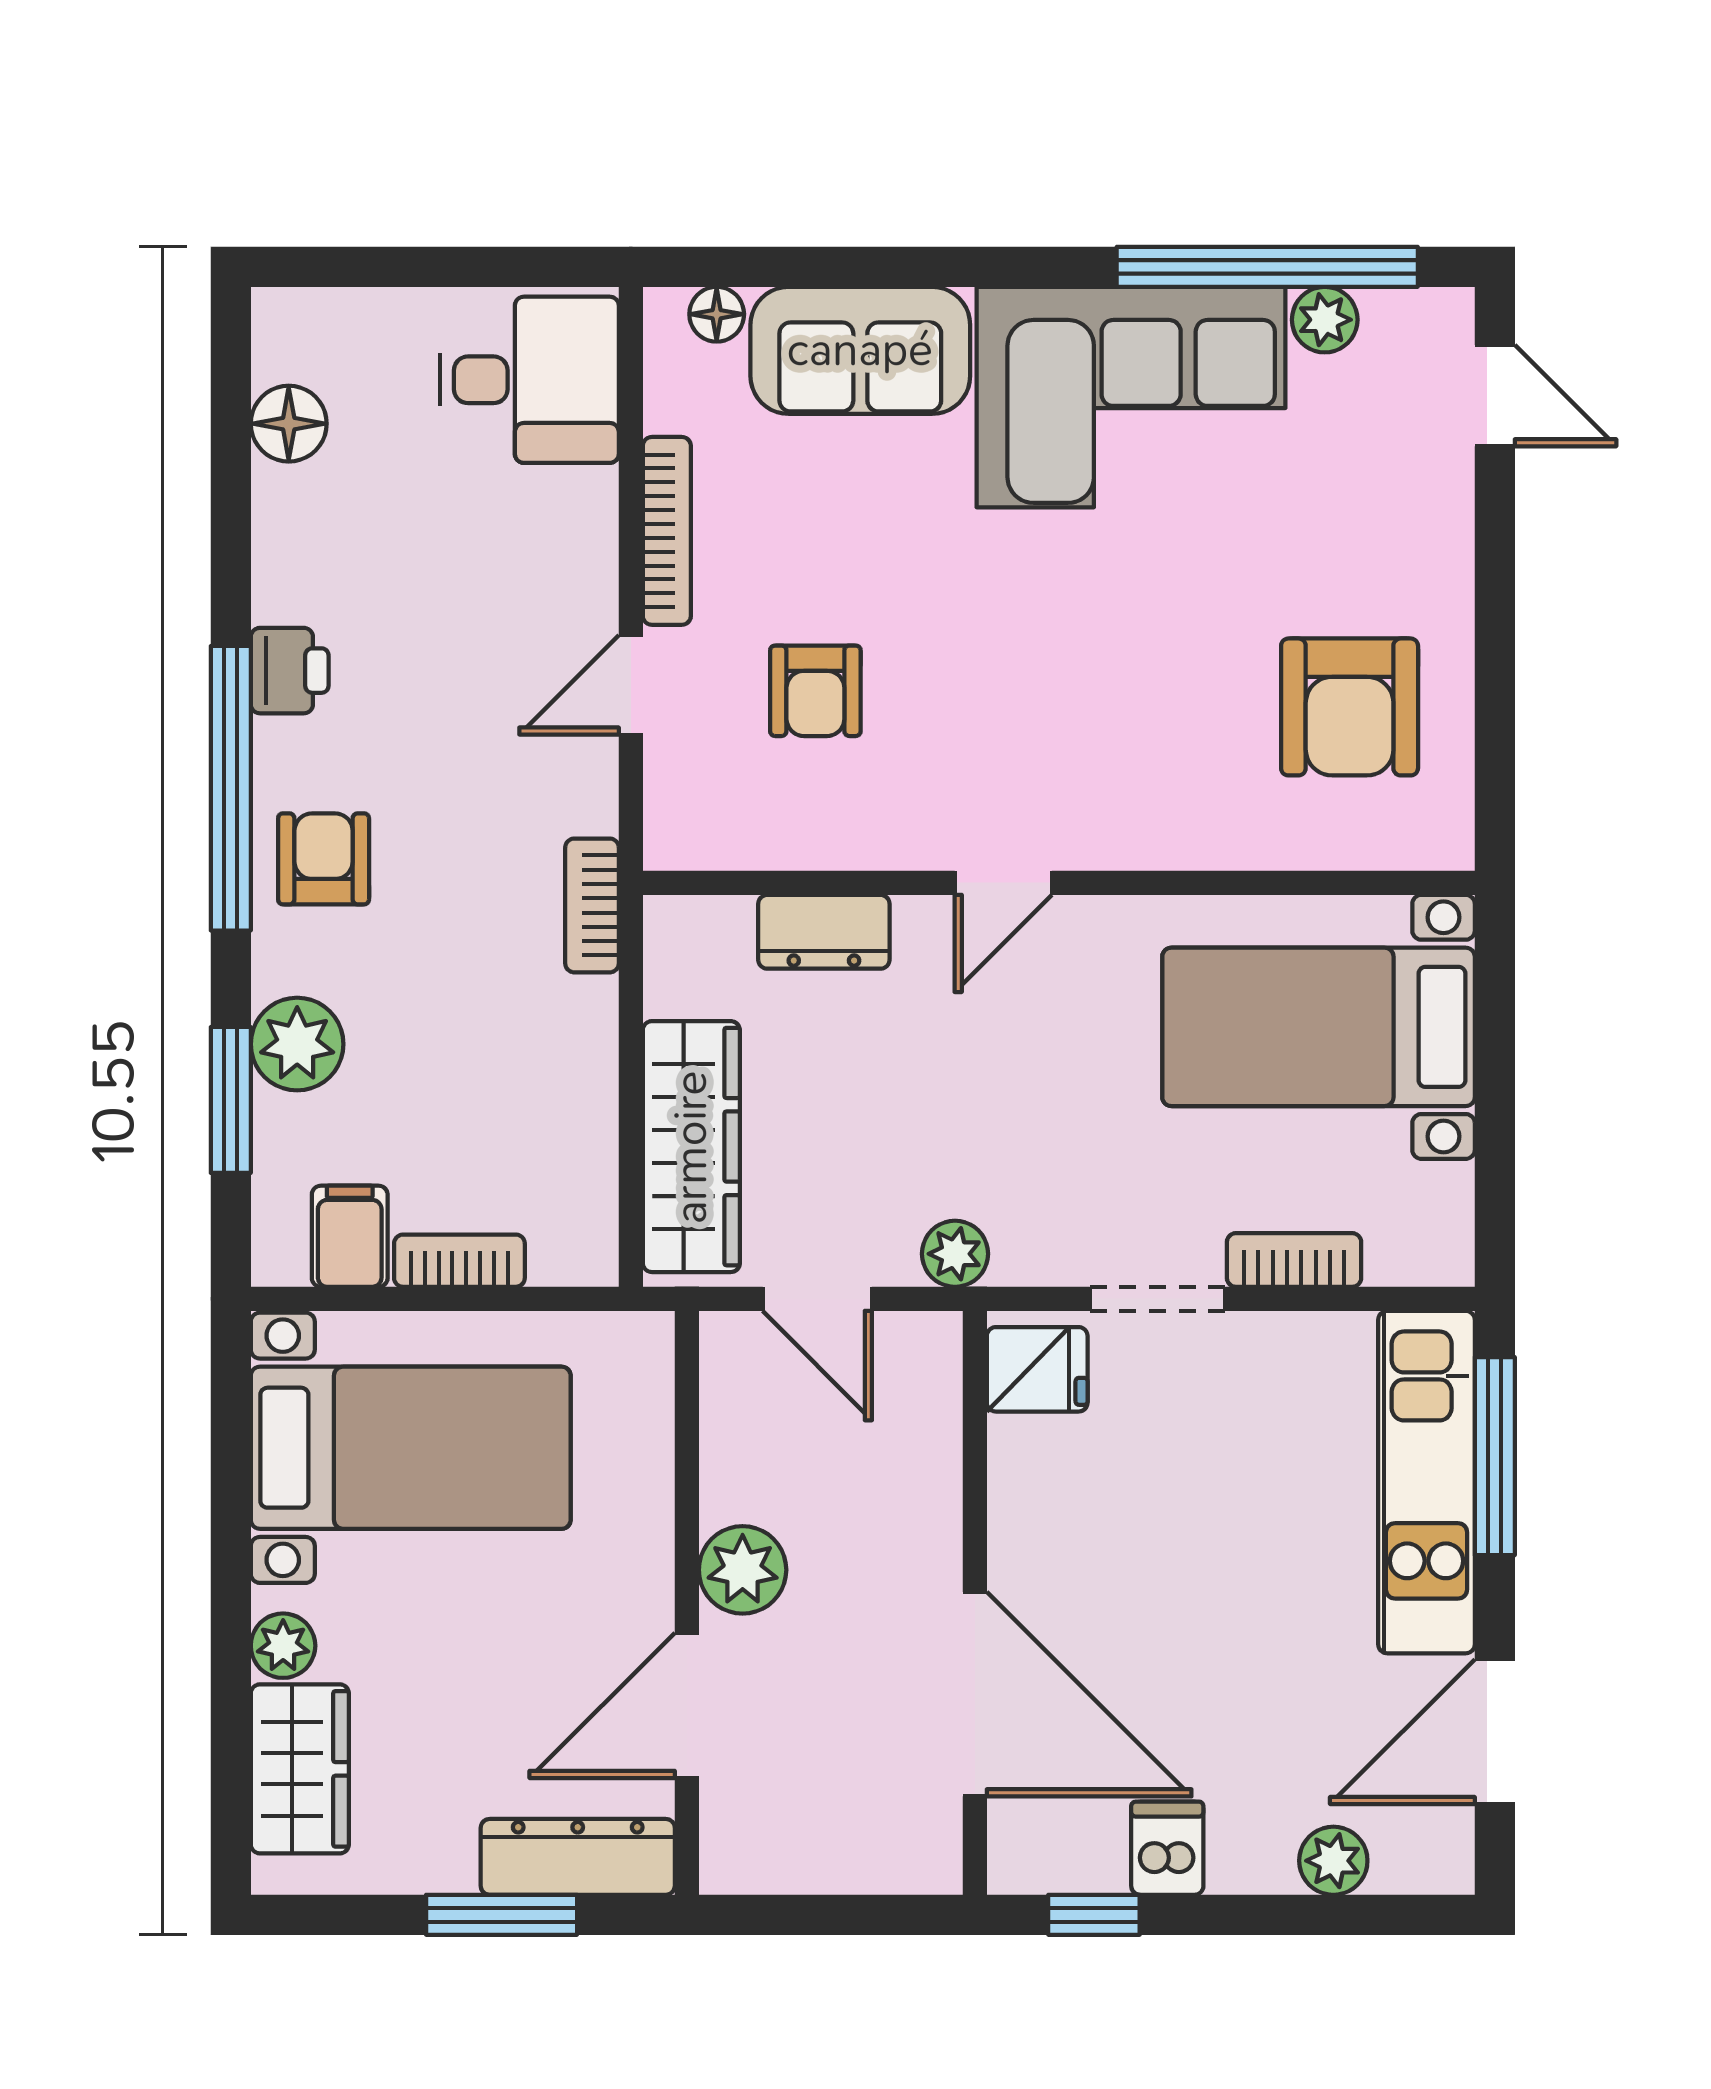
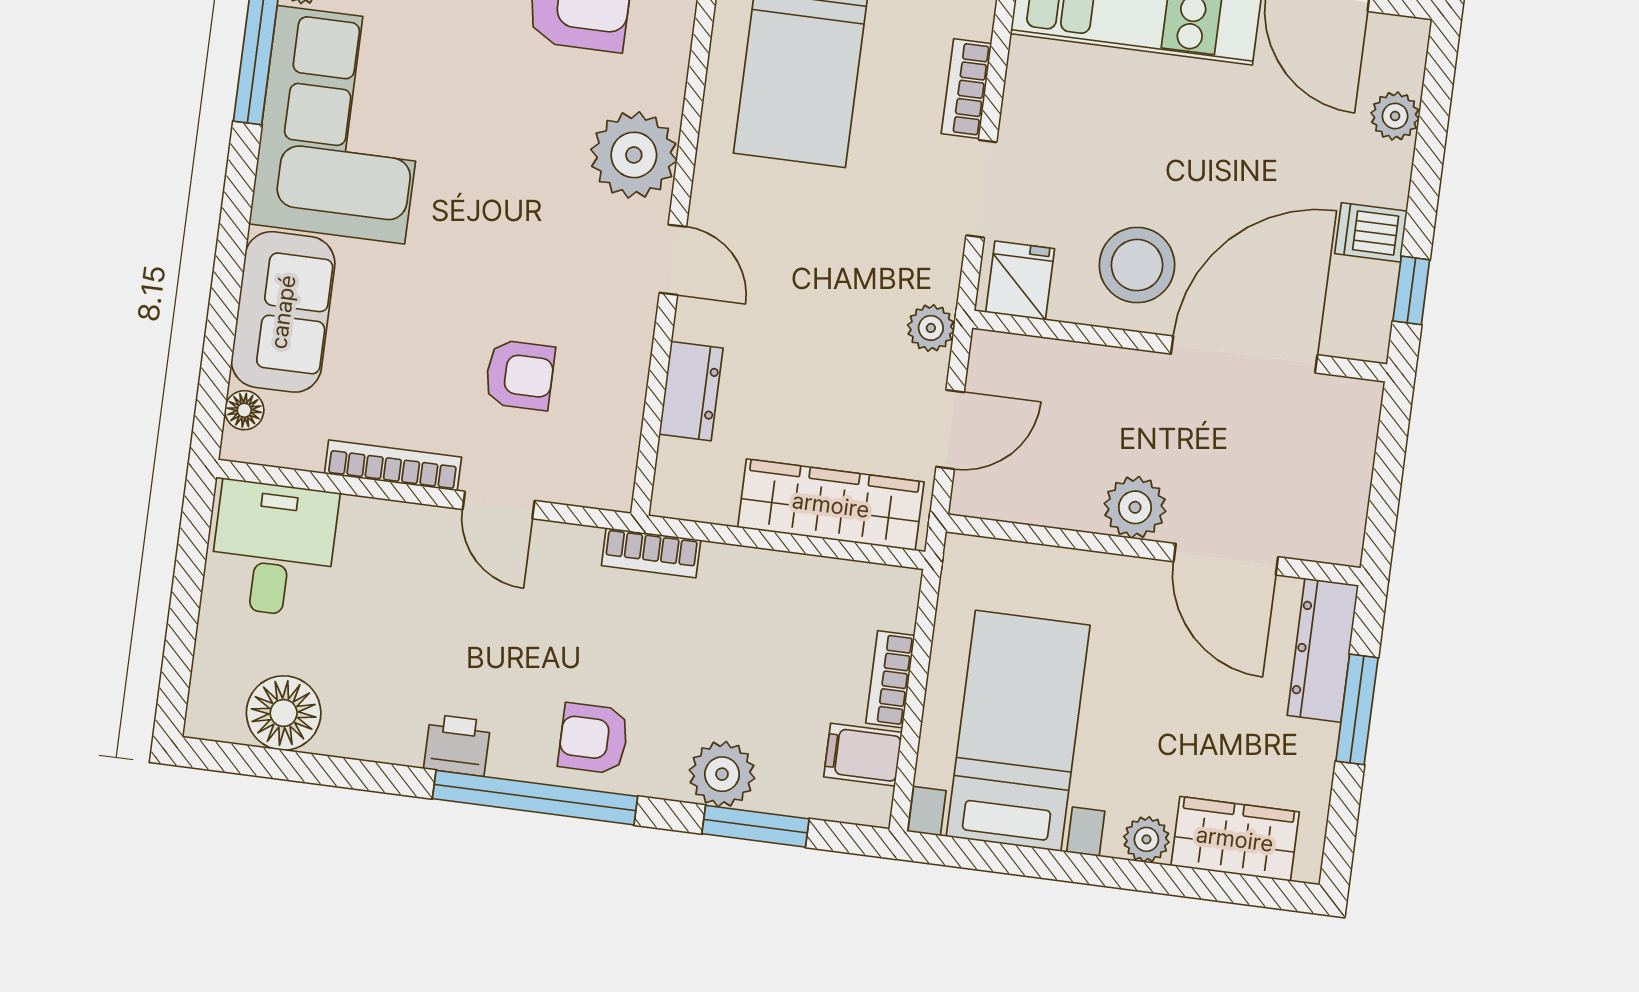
floor lamp: (289, 424) -> (284, 713), width x1.38, depth x1.38
plant: (1142, 810) -> (634, 155), added
stool: (1080, 1529) -> (1137, 265), added

